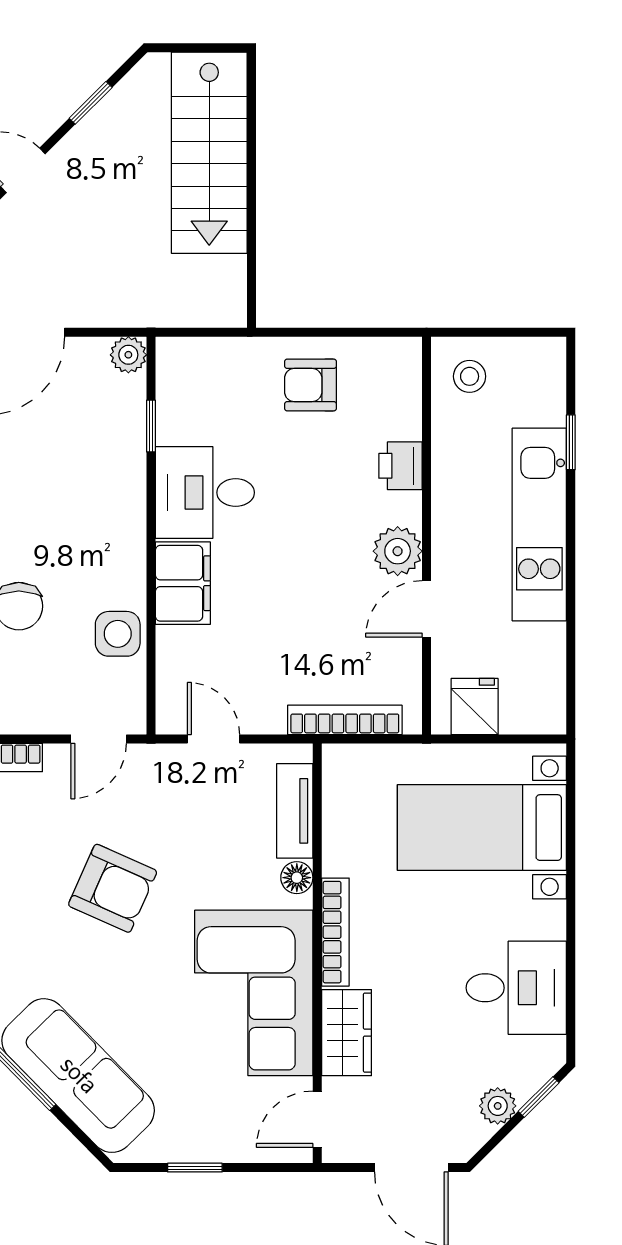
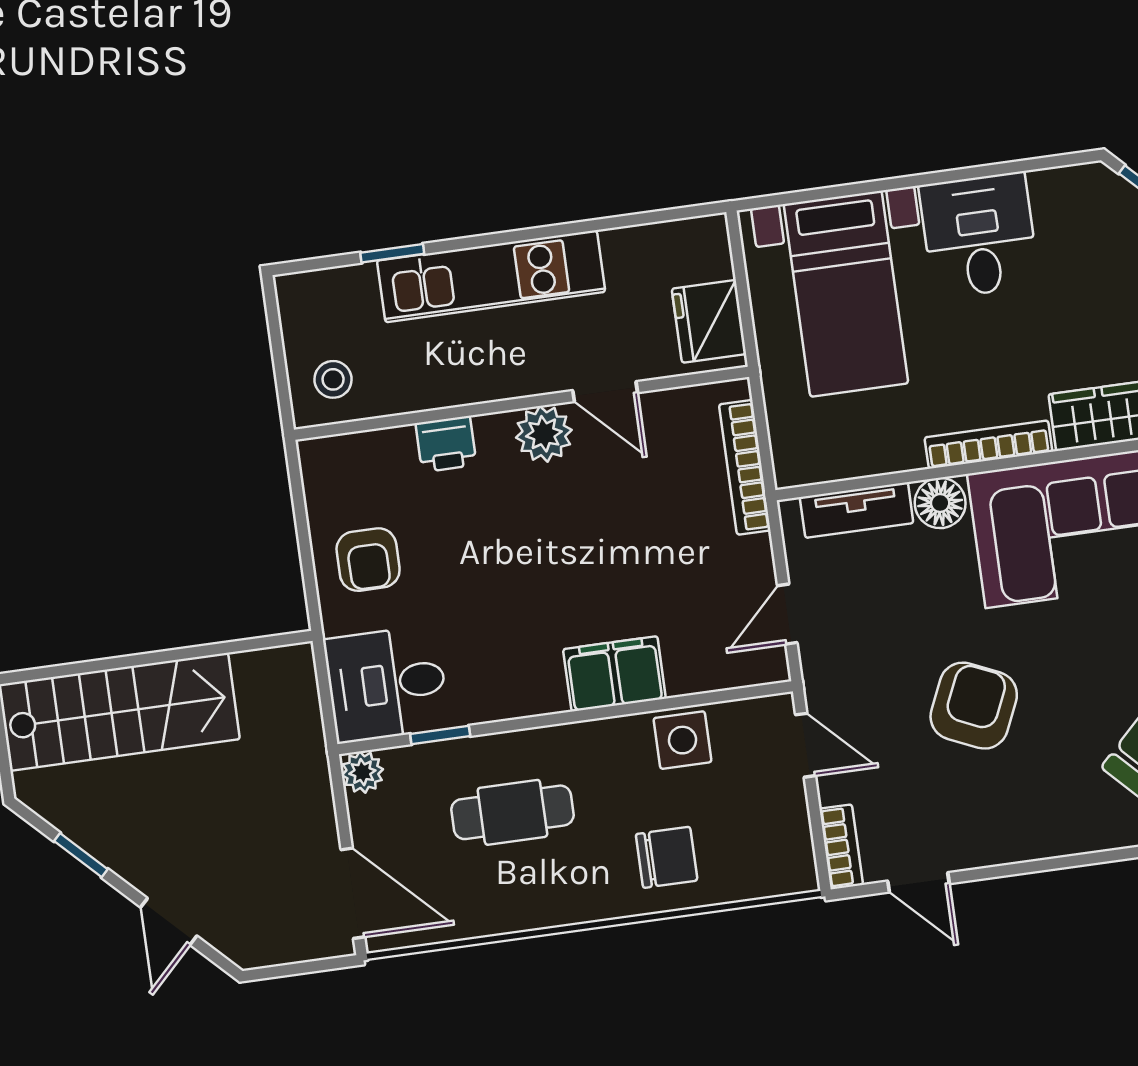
cafe table: (76, 479) -> (512, 812), added
desk: (205, 493) -> (387, 684), moved, turned 90
fridge: (475, 707) -> (709, 321), width x1.38
floor lamp: (297, 878) -> (940, 503), width x1.37, depth x1.37
desk: (516, 988) -> (979, 235), moved

